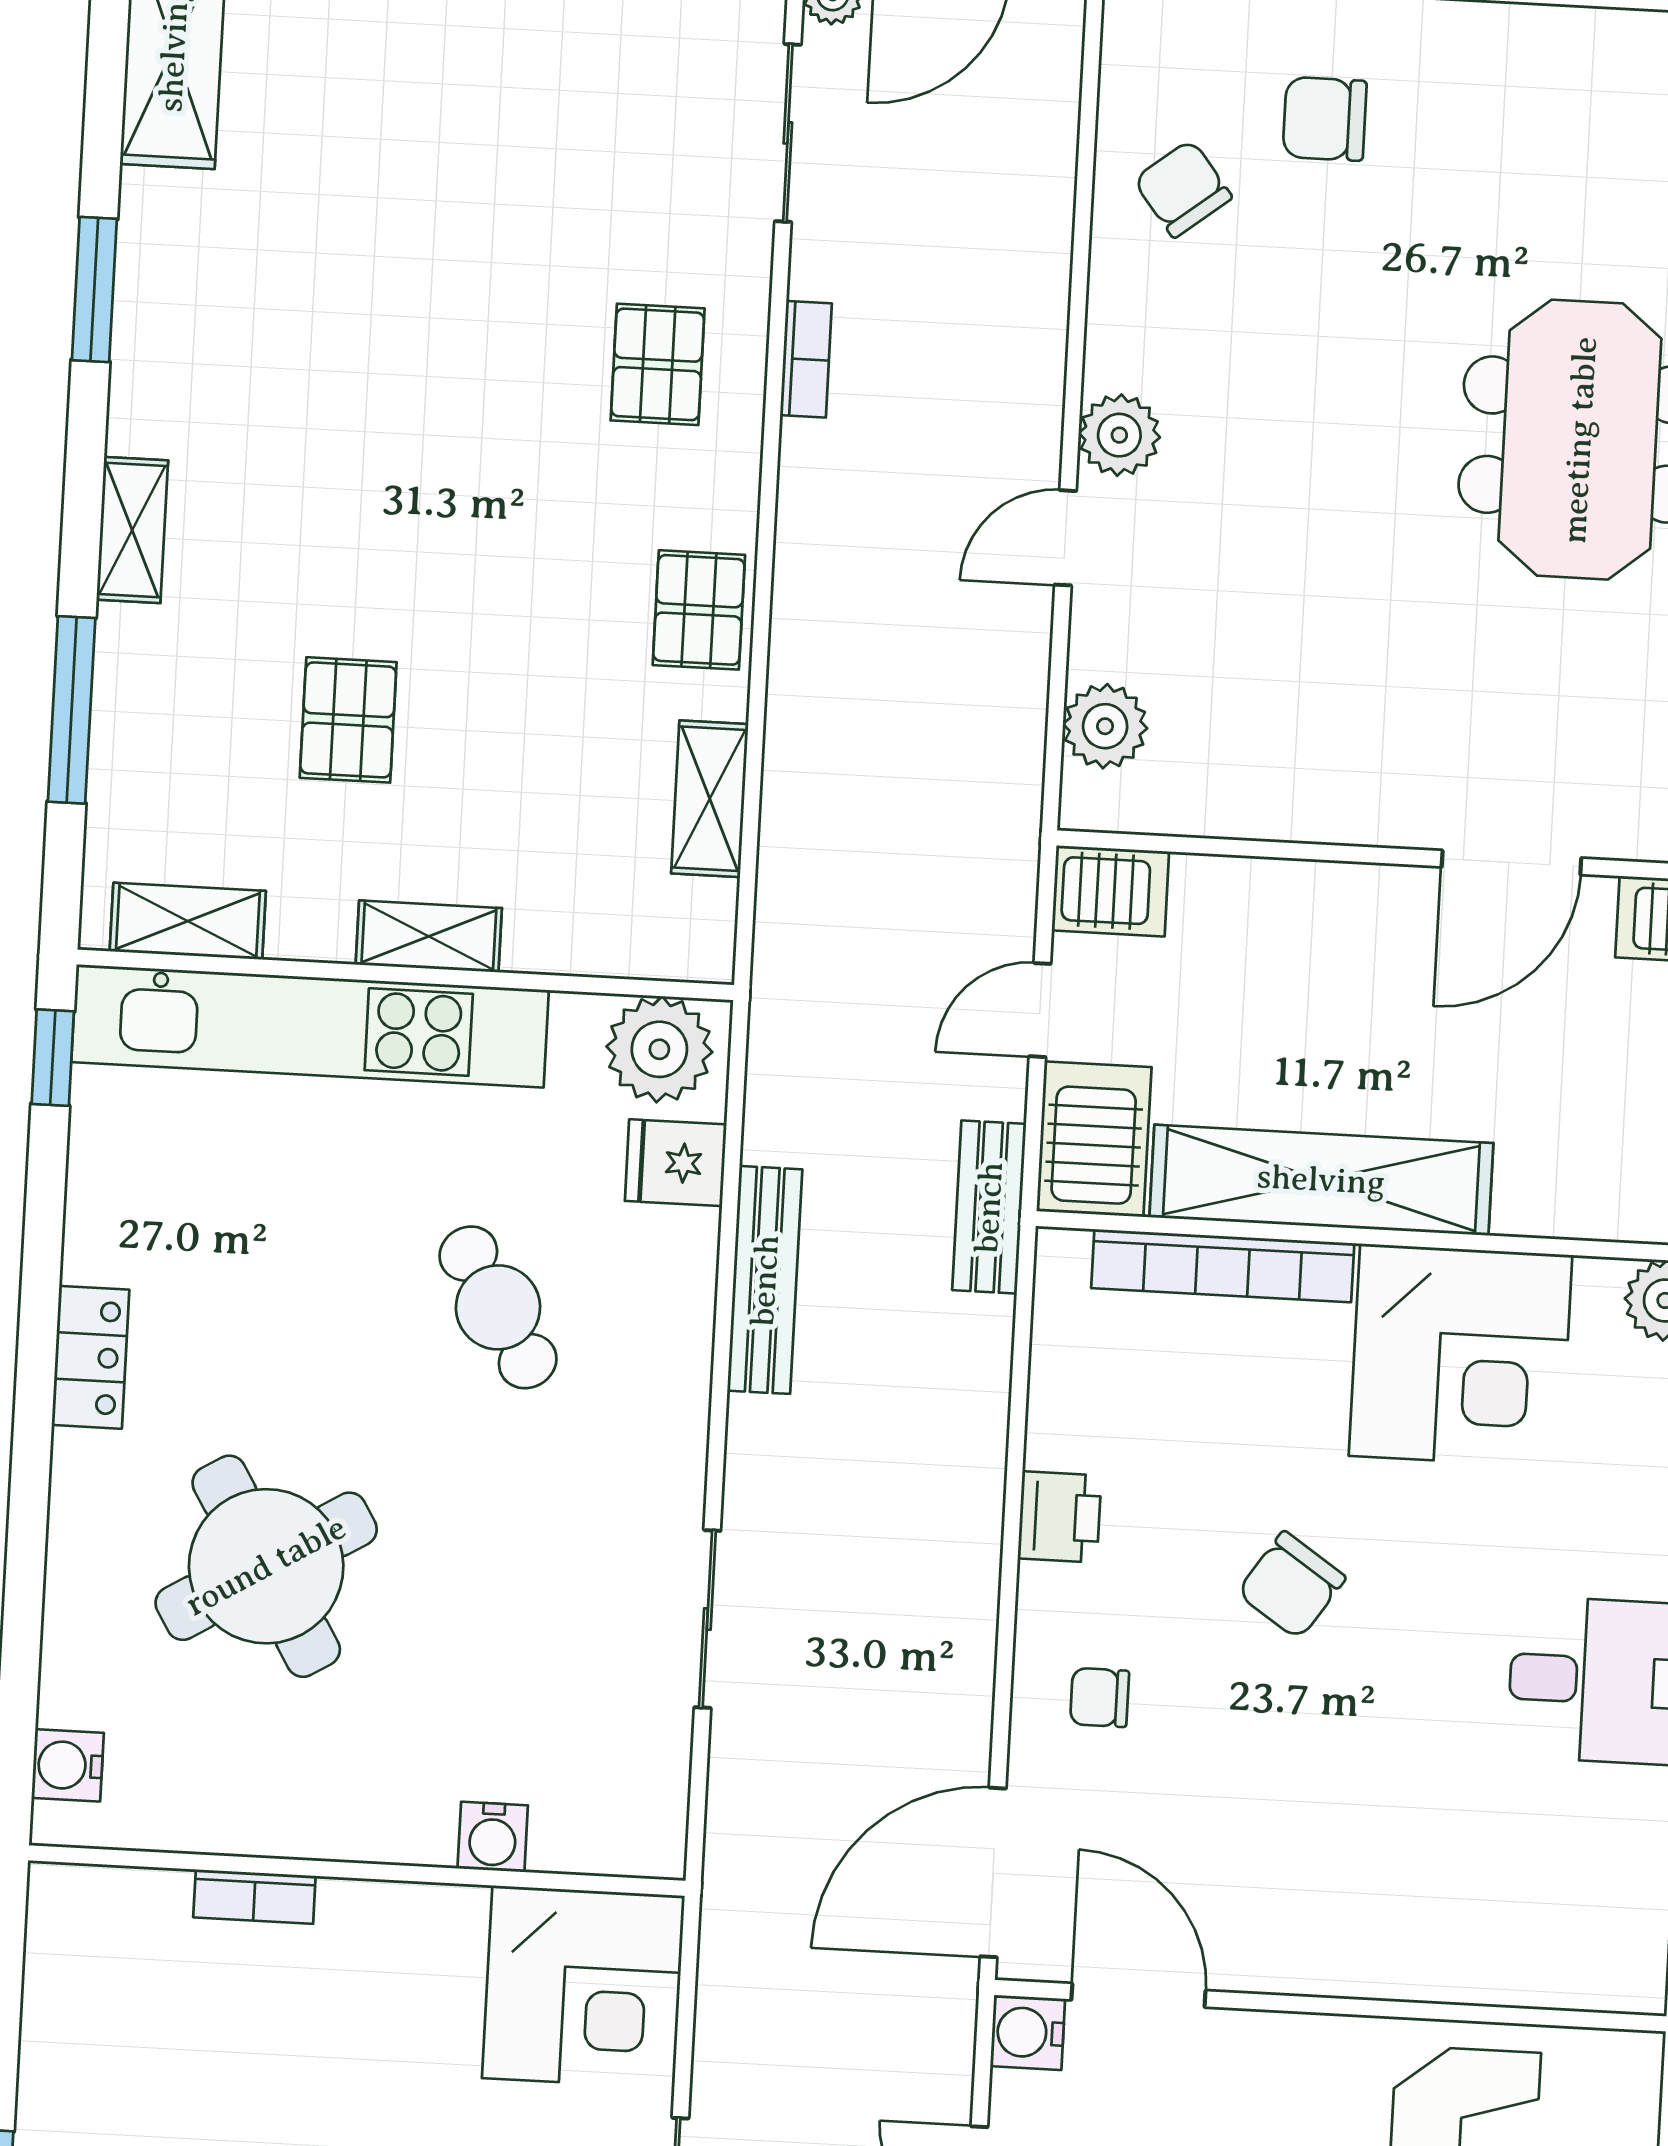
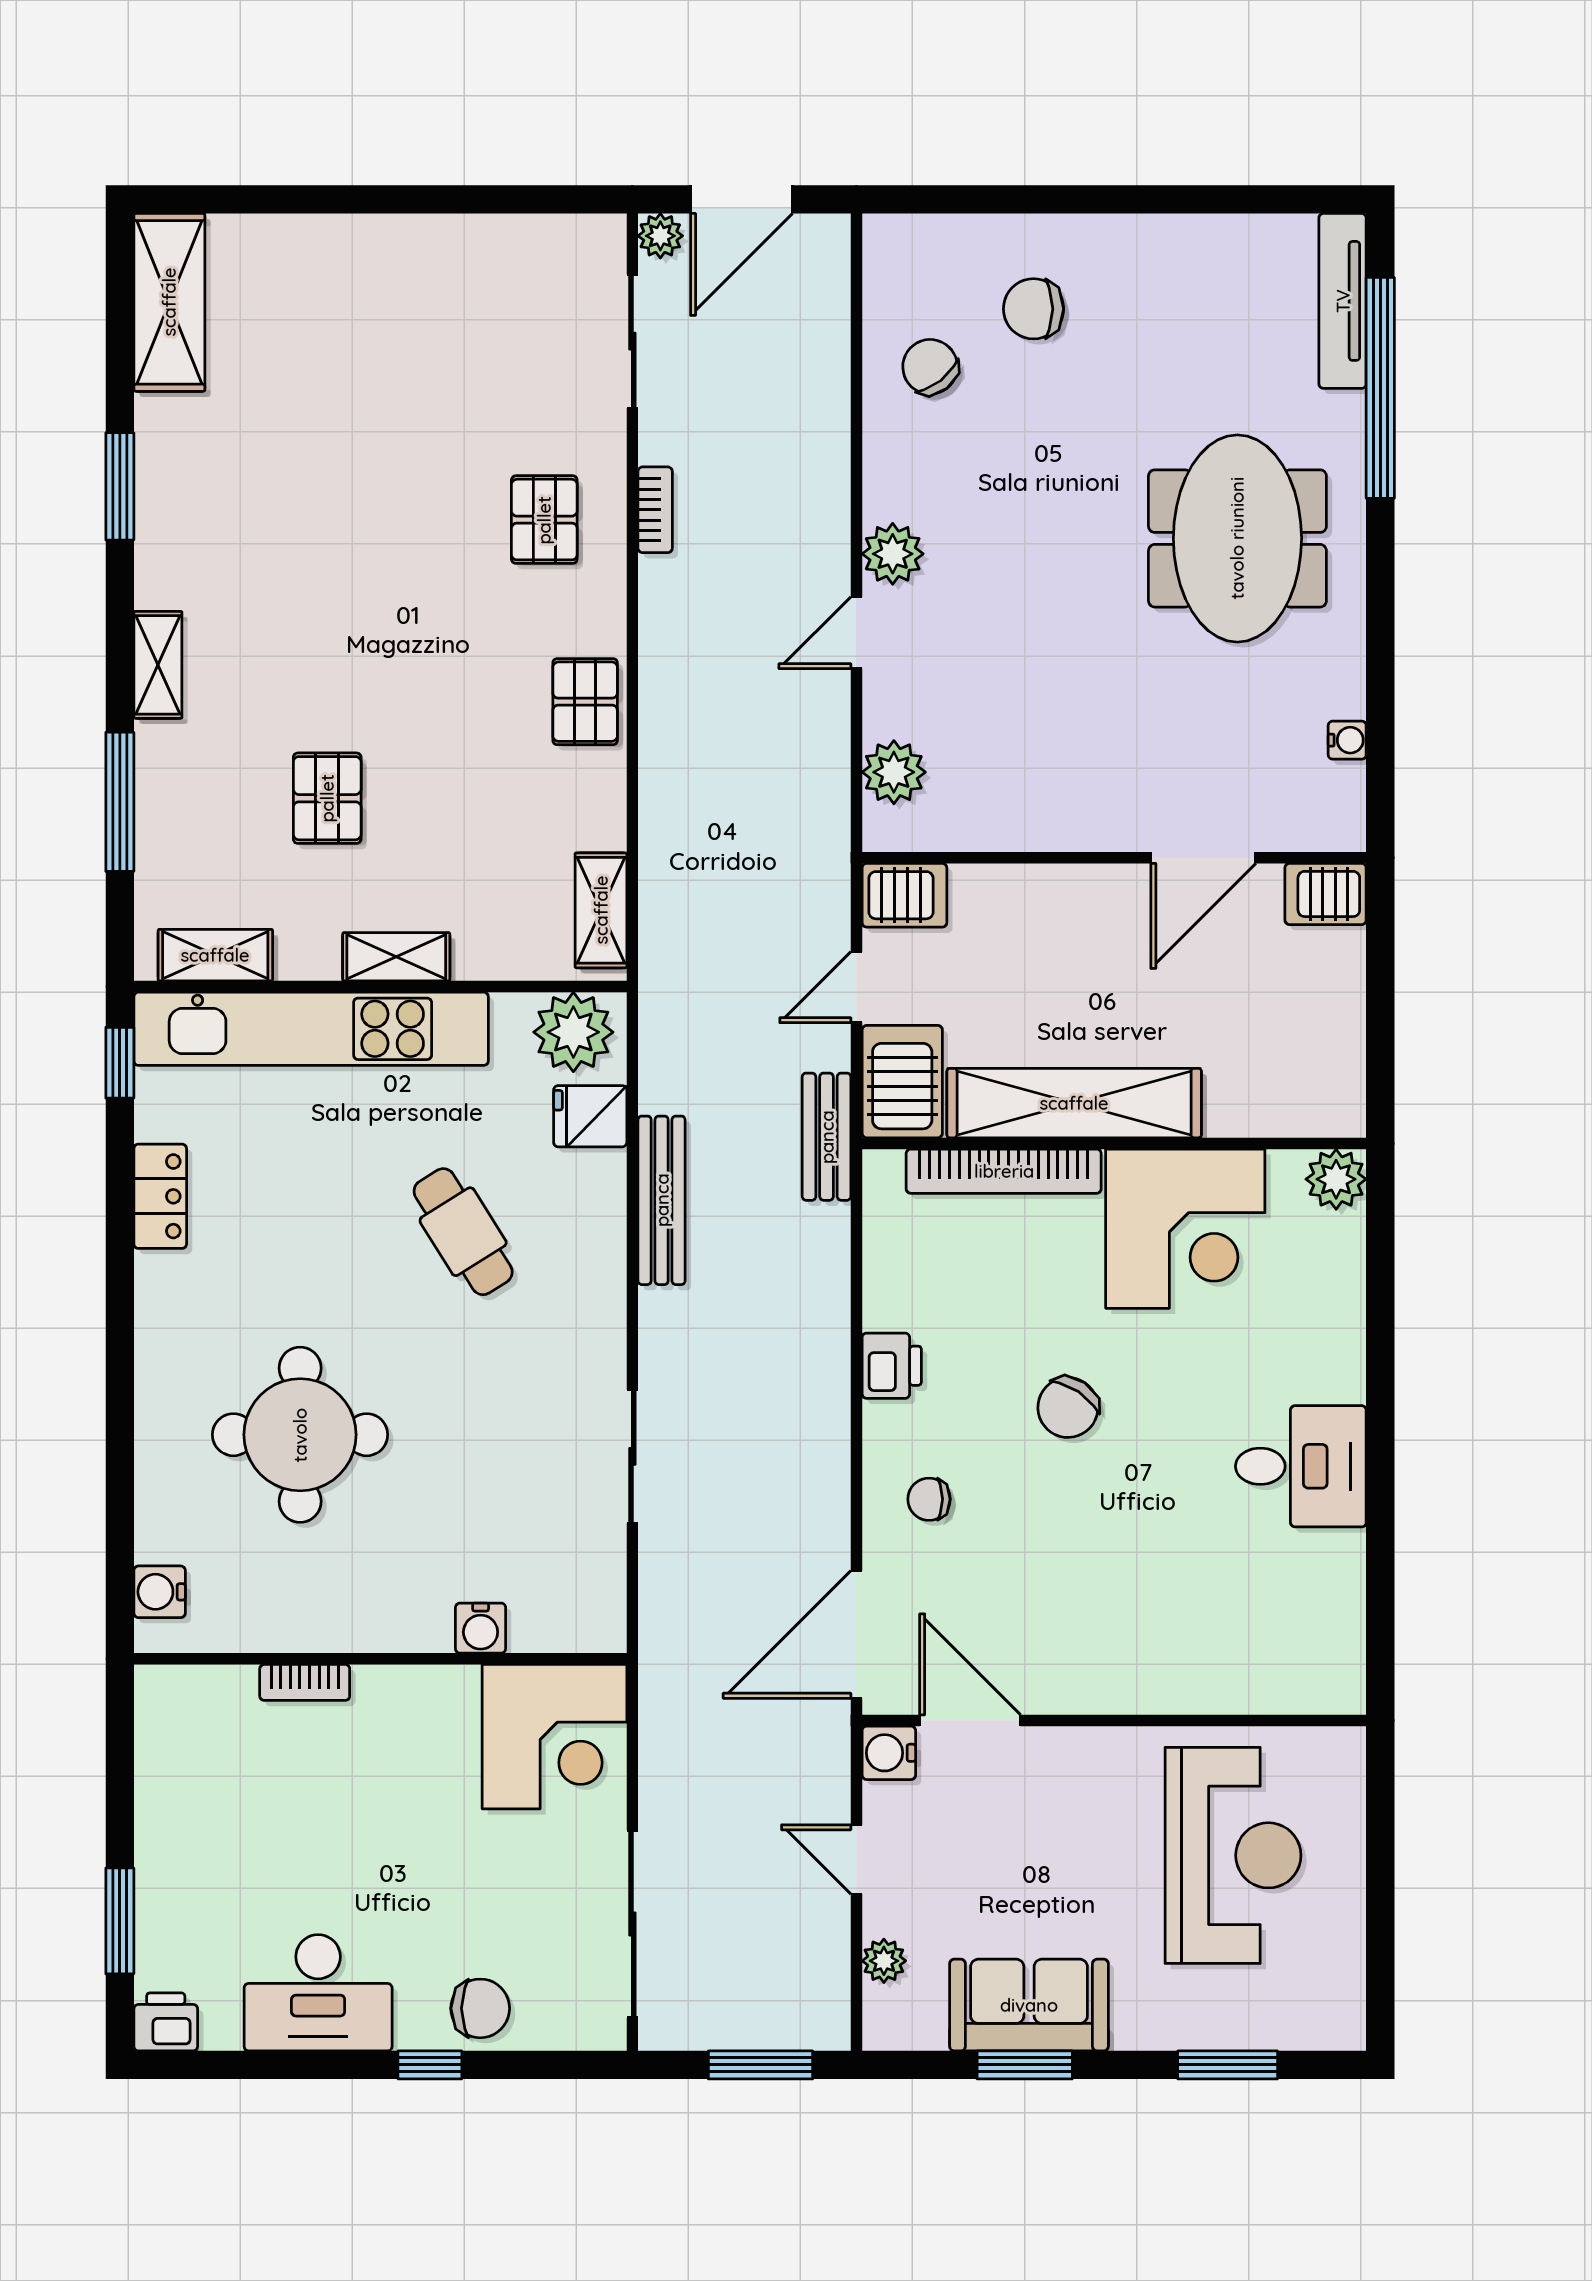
shelving: (710, 799) -> (601, 910), moved
locker: (90, 1357) -> (160, 1196), moved
round table: (266, 1566) -> (300, 1435), turned 31

